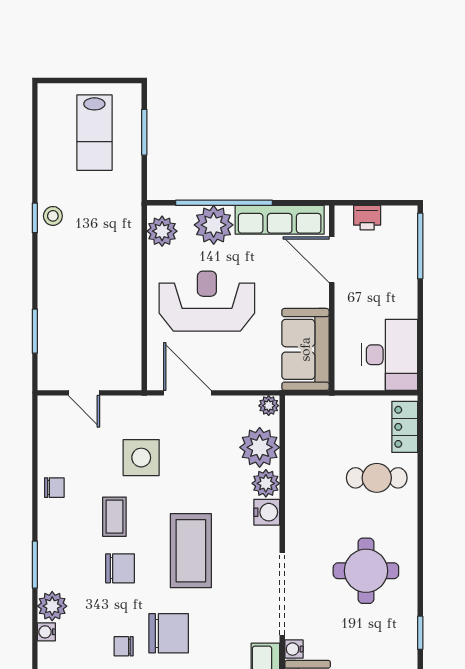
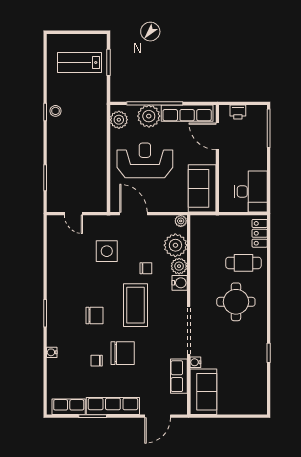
lab bench: (94, 133) -> (80, 62), turned 90
chair: (54, 488) -> (146, 268), moved
coffee table: (114, 517) -> (91, 285), removed
round table: (366, 571) -> (236, 302), moved
plant: (52, 606) -> (55, 337), removed

